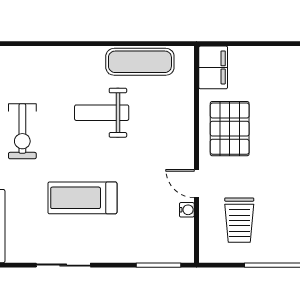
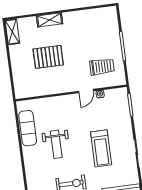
filing cabinet: (213, 67) -> (26, 90), removed
pallet: (230, 129) -> (48, 57), moved

